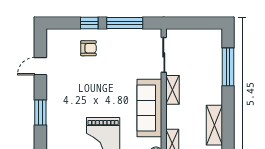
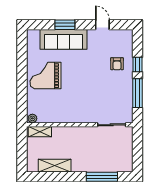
shelving: (172, 90) -> (83, 132), removed
sofa: (149, 108) -> (63, 39), moved, turned 180

